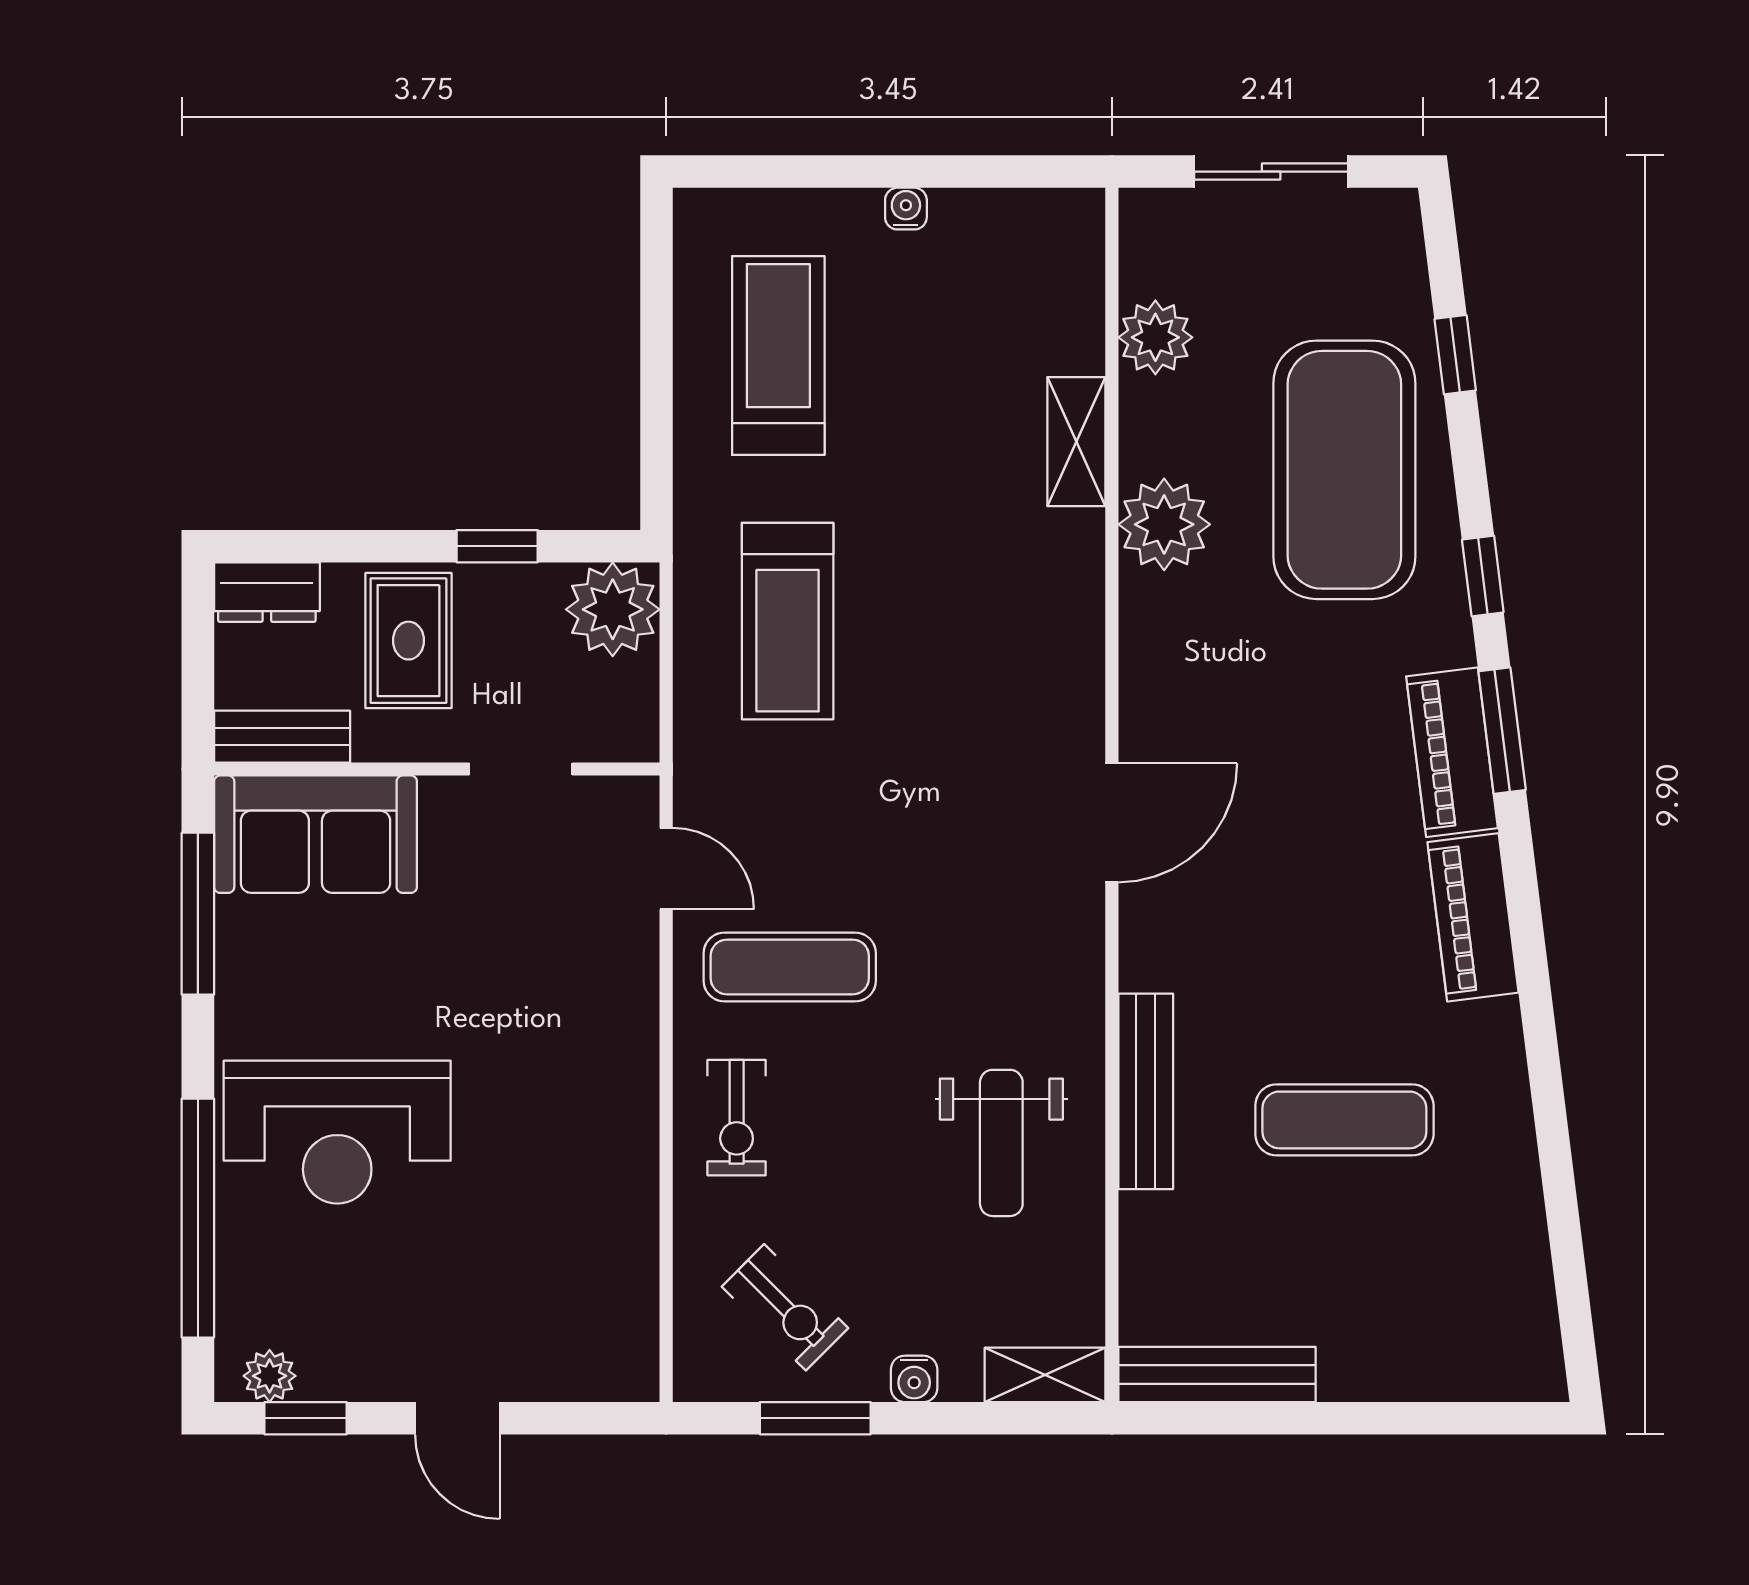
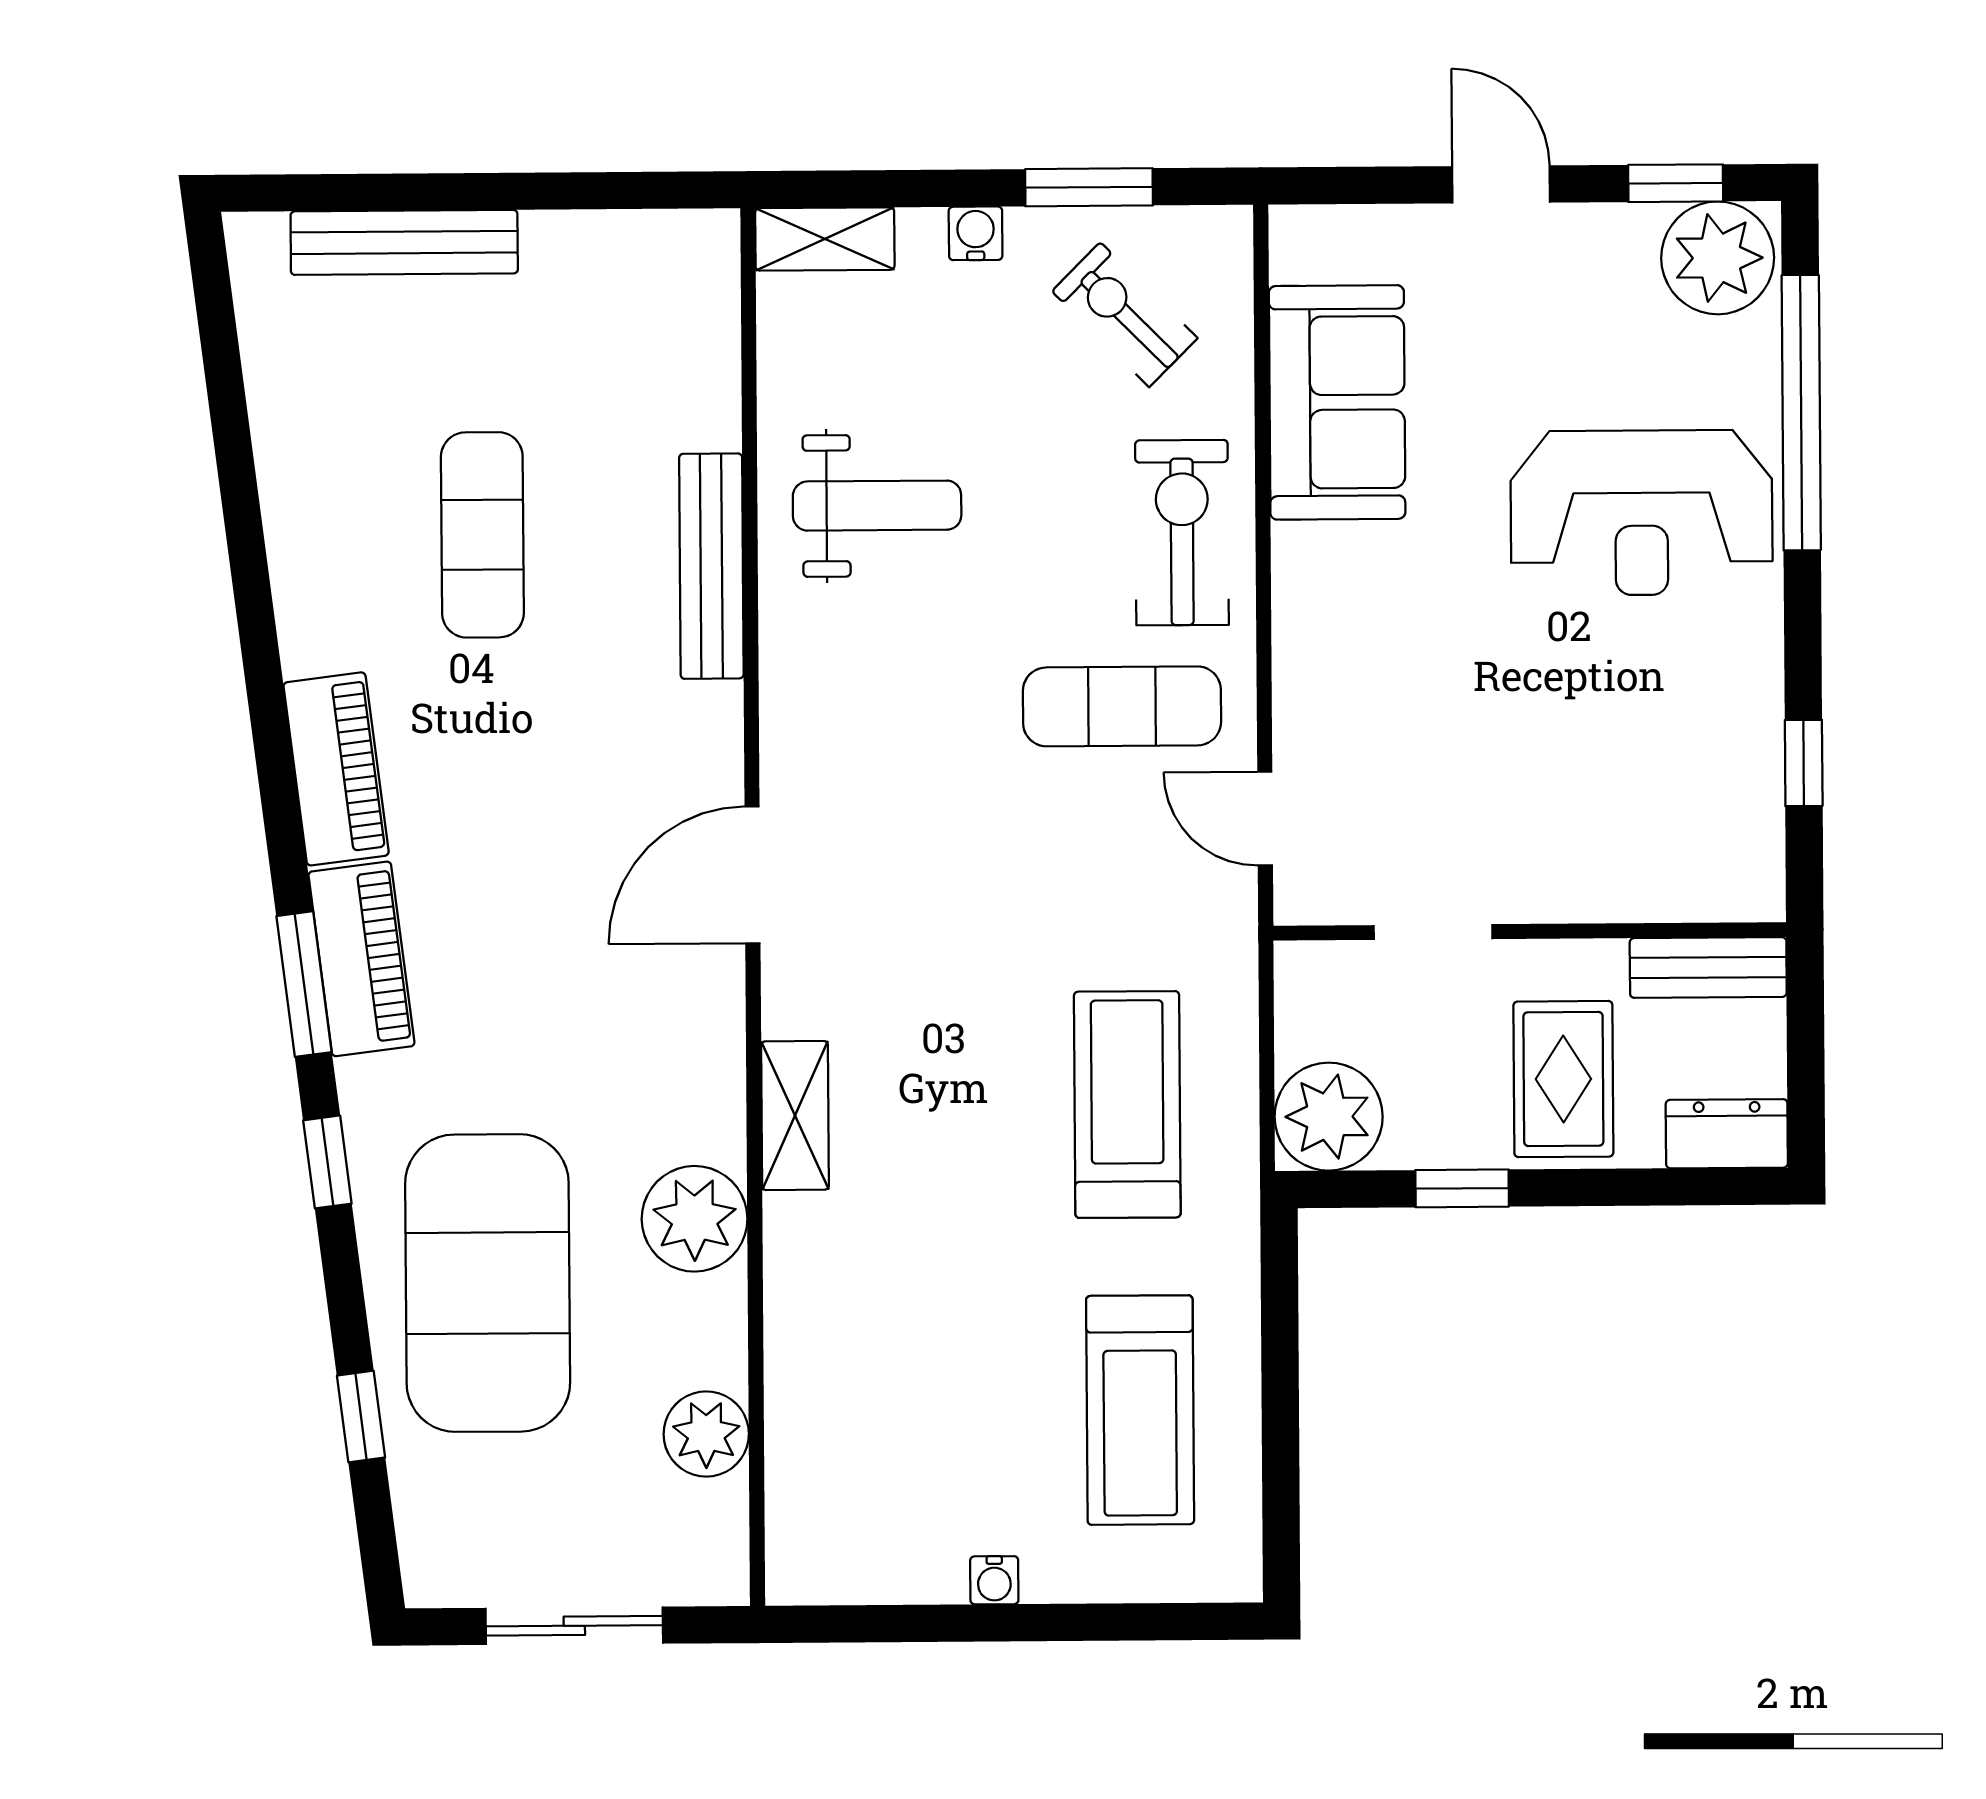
shelving: (1076, 442) -> (795, 1116), moved
sofa: (315, 834) -> (1337, 402), moved, turned 90
window: (198, 914) -> (1804, 763), width x0.46
exercise bike: (737, 1118) -> (1182, 533), width x1.38, depth x1.39
exercise mat: (1344, 1120) -> (482, 535), turned 90
reception desk: (337, 1132) -> (1642, 513), turned 180
weight bench: (1001, 1143) -> (877, 506), turned 90
bench: (1217, 1374) -> (404, 242), moved
plant: (270, 1376) -> (1718, 258), width x1.87, depth x1.87

